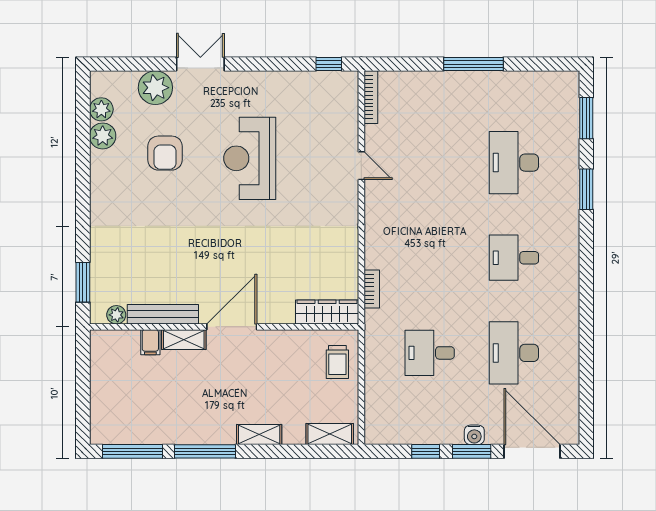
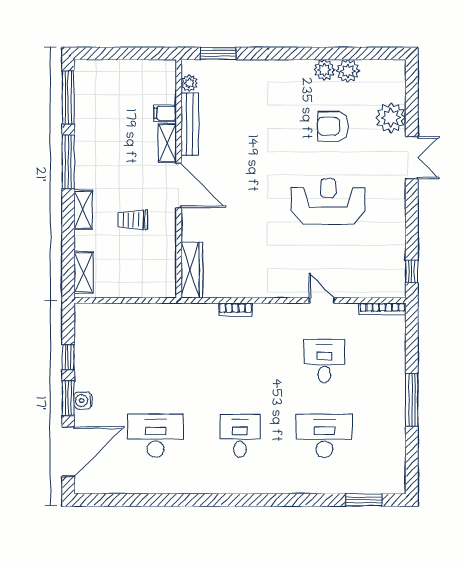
plant: (101, 109) -> (324, 70), moved
door: (361, 166) -> (322, 300), swing flipped
window: (586, 189) -> (301, 500), removed
bookcase: (372, 289) -> (235, 310), moved
desk: (430, 353) -> (324, 361), moved
trolley: (337, 362) -> (133, 220), moved

